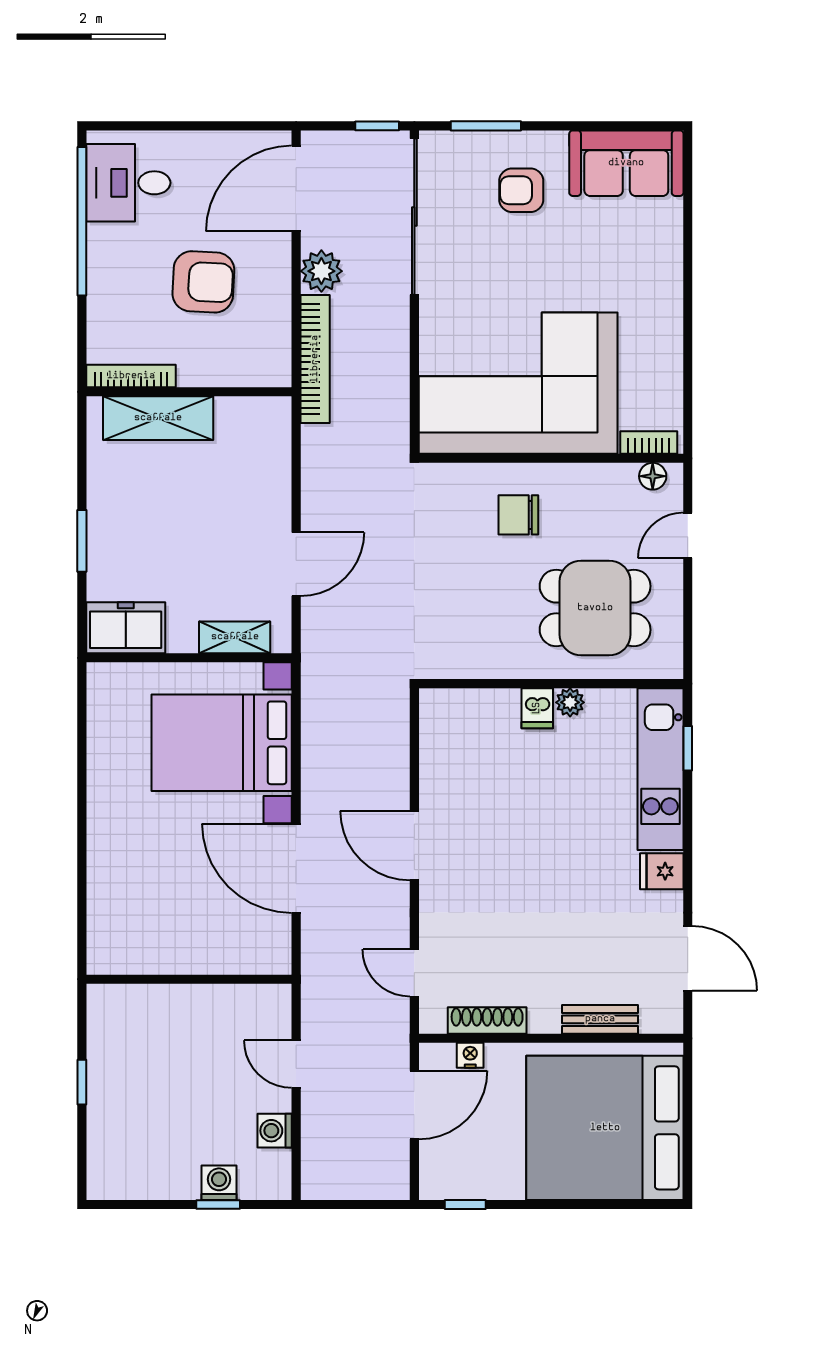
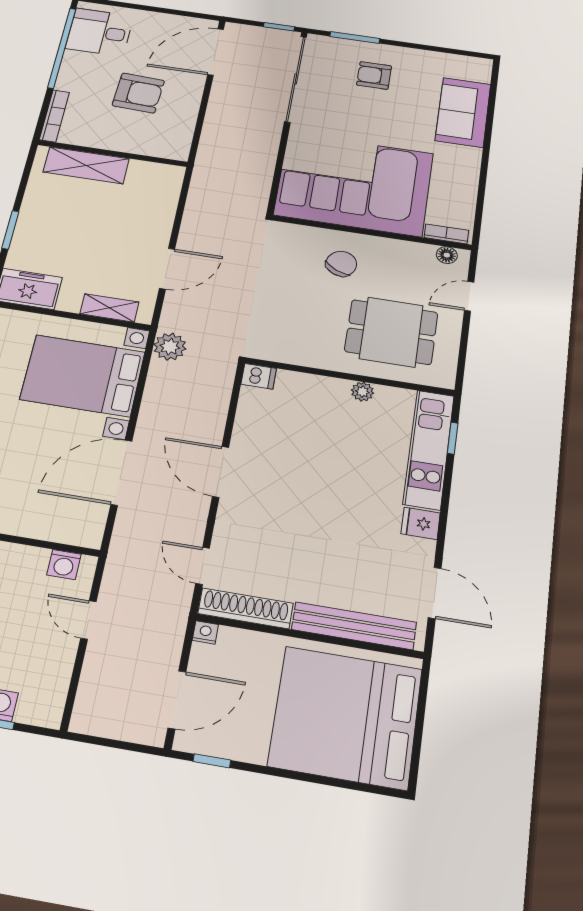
sofa: (626, 163) -> (463, 112), moved, turned 90
plant: (321, 271) -> (170, 347), moved
bookcase: (315, 359) -> (208, 148), removed
bookcase: (131, 376) -> (54, 116), moved, turned 90
chair: (518, 515) -> (341, 264), turned 116
dishwasher: (537, 708) -> (259, 376), moved, turned -90
door: (296, 868) -> (121, 472), hinge flipped
bench: (600, 1019) -> (354, 626), width x1.86, depth x1.21
shoe rack: (487, 1020) -> (246, 608), width x1.36, depth x1.24
nightstand: (470, 1055) -> (205, 632), moved
door: (414, 1105) -> (177, 700), moved
washing machine: (275, 1131) -> (64, 565), moved, turned -90

